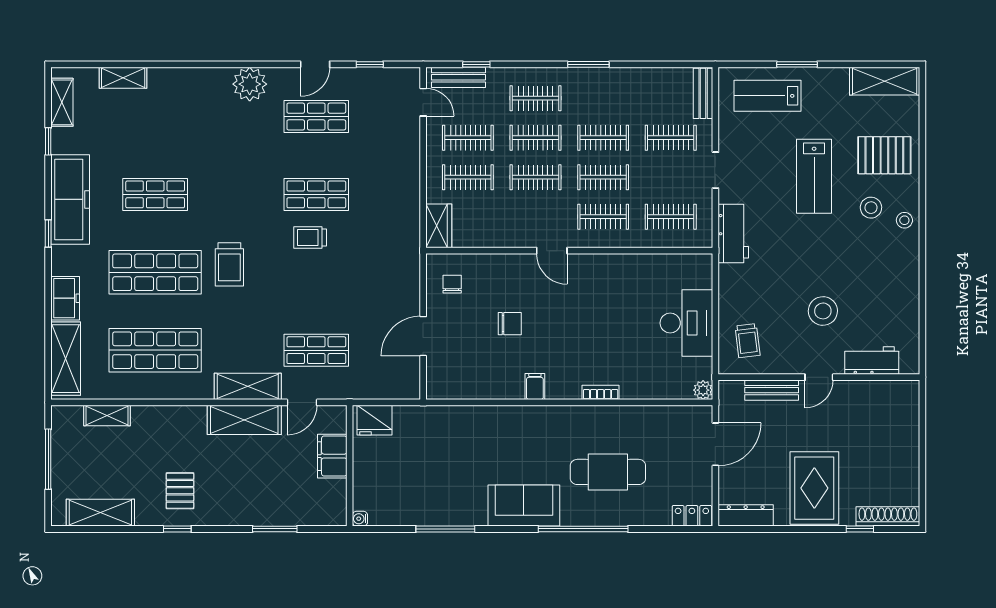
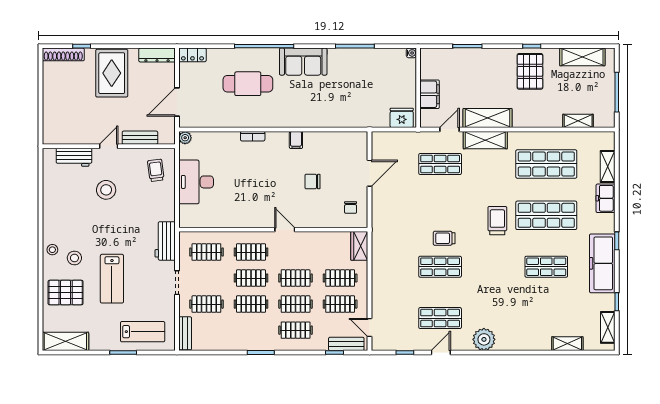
lab bench: (814, 176) -> (112, 279), turned 180
trolley: (310, 238) -> (444, 238), turned 180
shelving: (66, 359) -> (608, 167), width x0.67, depth x0.75
pallet: (180, 491) -> (530, 71), width x1.50, depth x1.42

